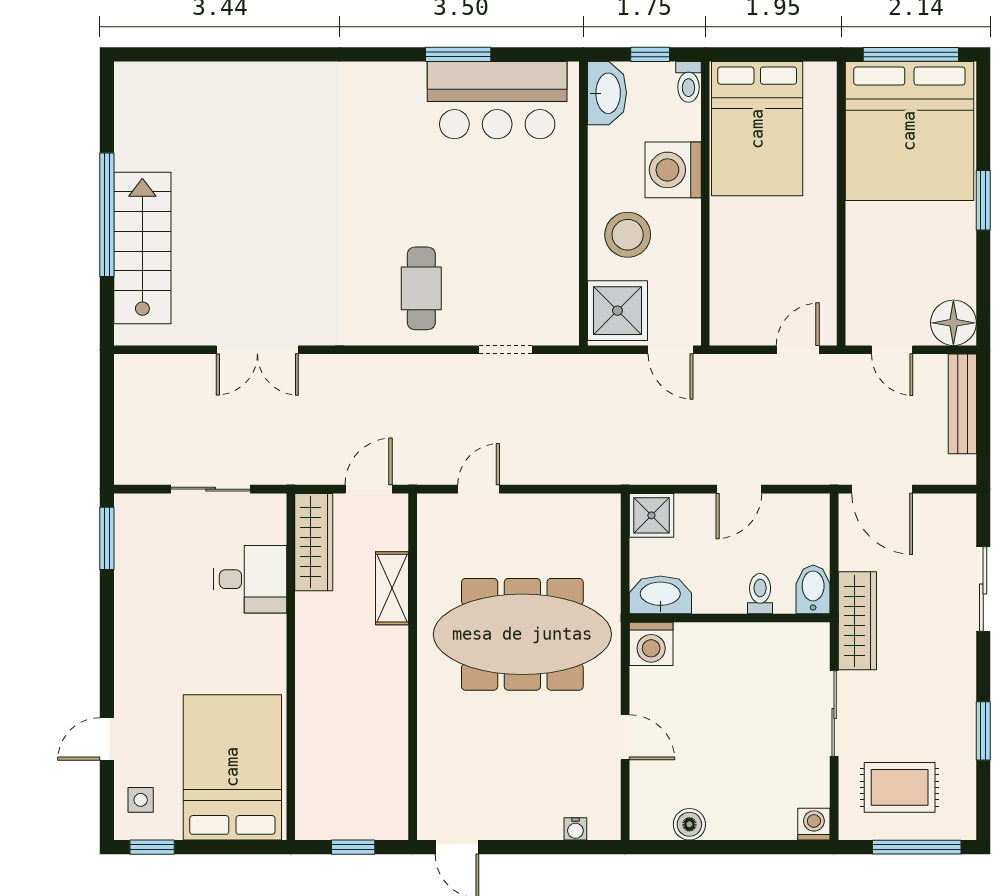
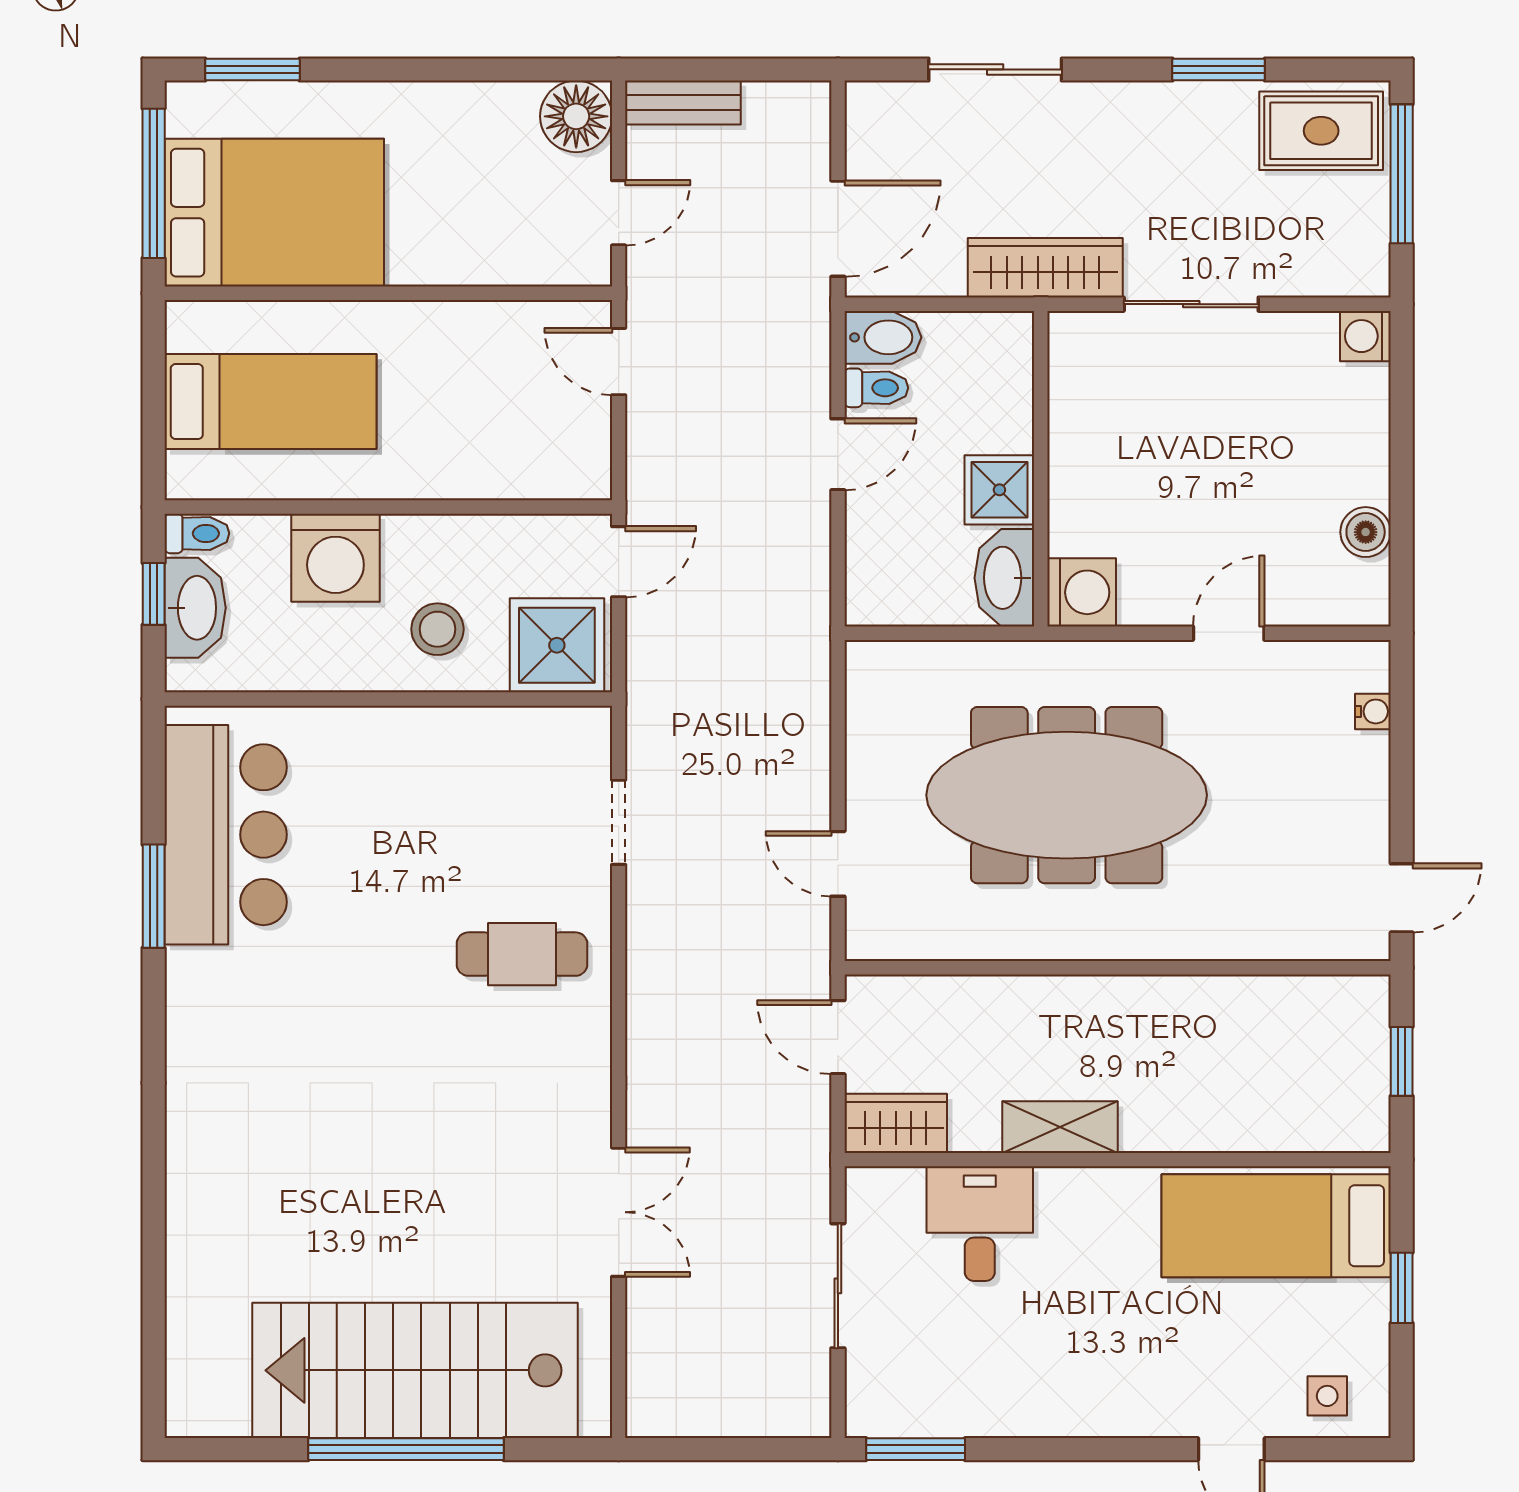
washbasin: (607, 93) -> (195, 608), moved, turned 90
bed: (757, 129) -> (271, 402), width x0.67
bed: (909, 131) -> (274, 213), width x0.73
window: (983, 200) -> (252, 69), moved
stool: (628, 235) -> (437, 629), width x0.73, depth x0.73
stairs: (142, 248) -> (415, 1370), width x1.36, depth x1.51
bench: (962, 404) -> (683, 102), width x0.73
door: (739, 489) -> (838, 454), hinge flipped
shower: (651, 515) -> (999, 490), moved
wardrobe: (314, 542) -> (896, 1123), width x0.67
shelving: (392, 588) -> (1060, 1127), moved
bidet: (813, 589) -> (883, 337), moved, turned 180
toilet: (760, 594) -> (876, 388), moved, turned 180
meeting table: (522, 634) -> (1067, 795), turned 90
bed: (232, 767) -> (1276, 1226), width x0.67
rug: (900, 787) -> (1321, 131), moved, turned 90
window: (152, 847) -> (1402, 1288), moved

